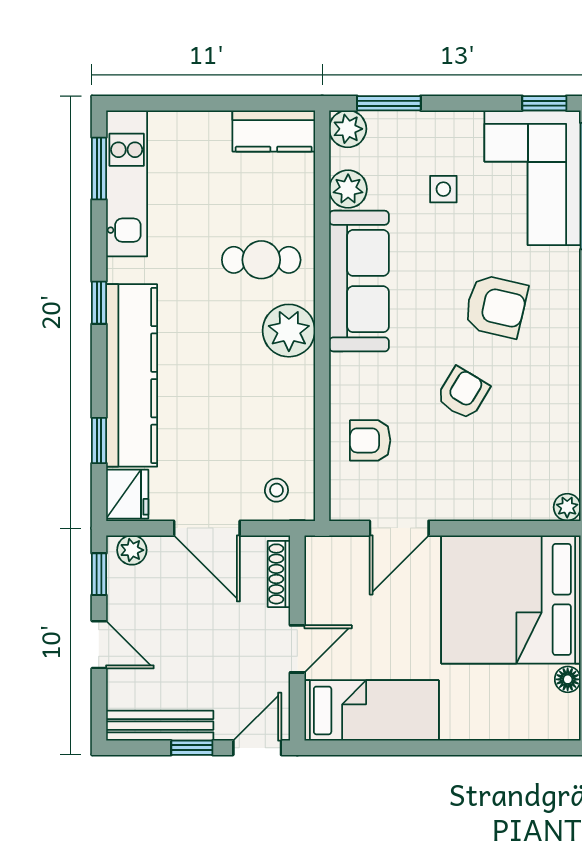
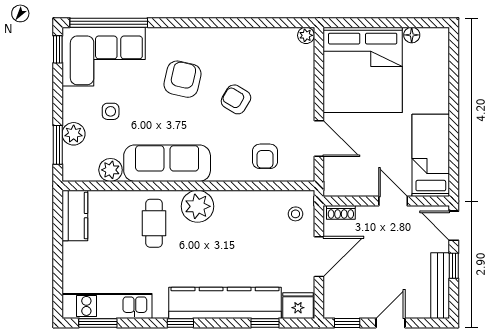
plant: (348, 129) -> (74, 134), moved
plant: (132, 550) -> (332, 303), removed
shoe rack: (279, 574) -> (341, 212), width x0.70

